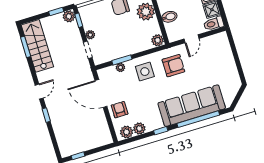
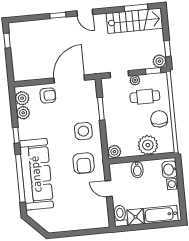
cafe table: (103, 23) -> (145, 97), added
plant: (120, 67) -> (93, 106), removed

